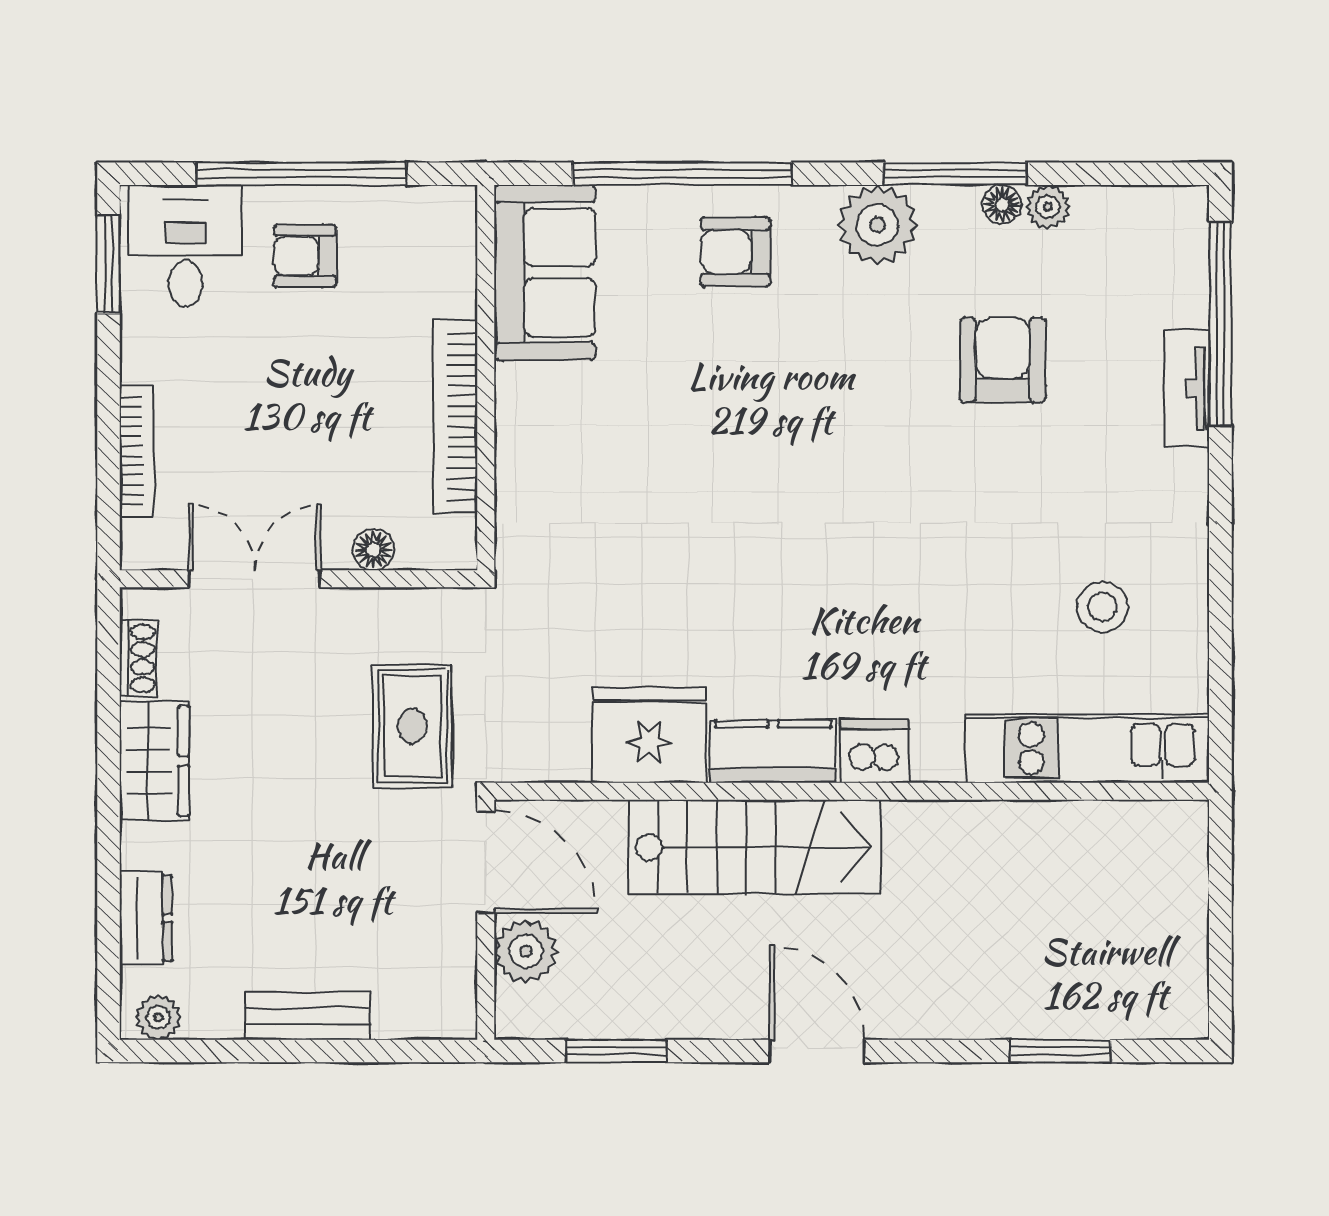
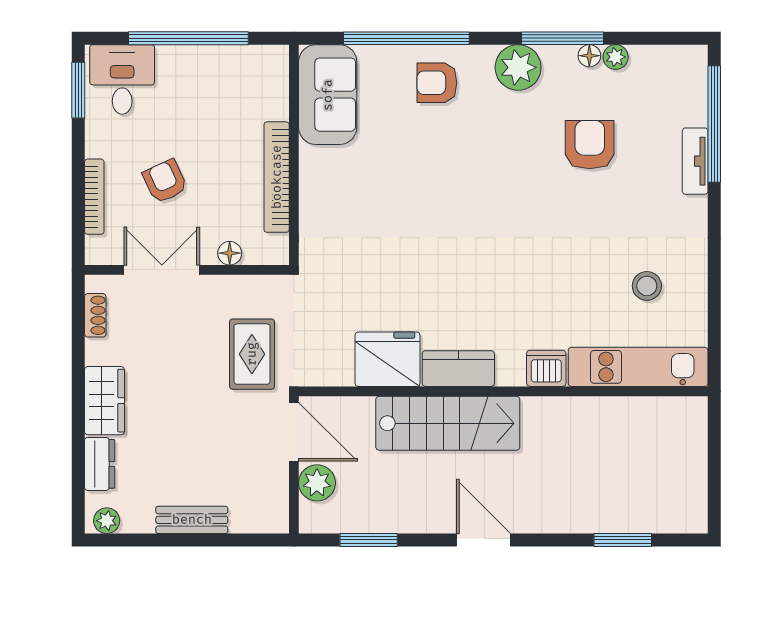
armchair: (305, 256) -> (165, 181), moved, turned 65
dishwasher: (874, 751) -> (546, 368), moved
wardrobe: (154, 761) -> (104, 401), moved

